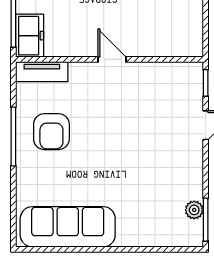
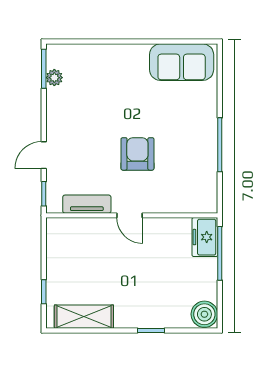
tv unit: (42, 72) -> (87, 204), moved
armchair: (51, 132) -> (137, 154), moved
sofa: (68, 227) -> (182, 62), width x0.73

